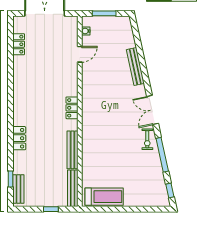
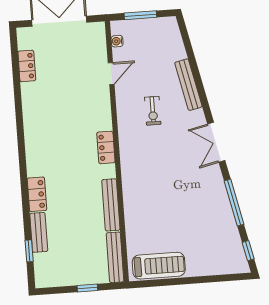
exercise bike: (147, 139) -> (153, 111), moved
bench: (18, 189) -> (39, 232), moved

